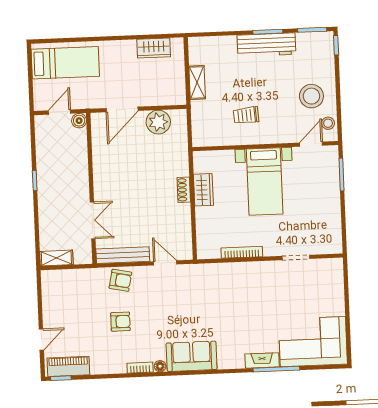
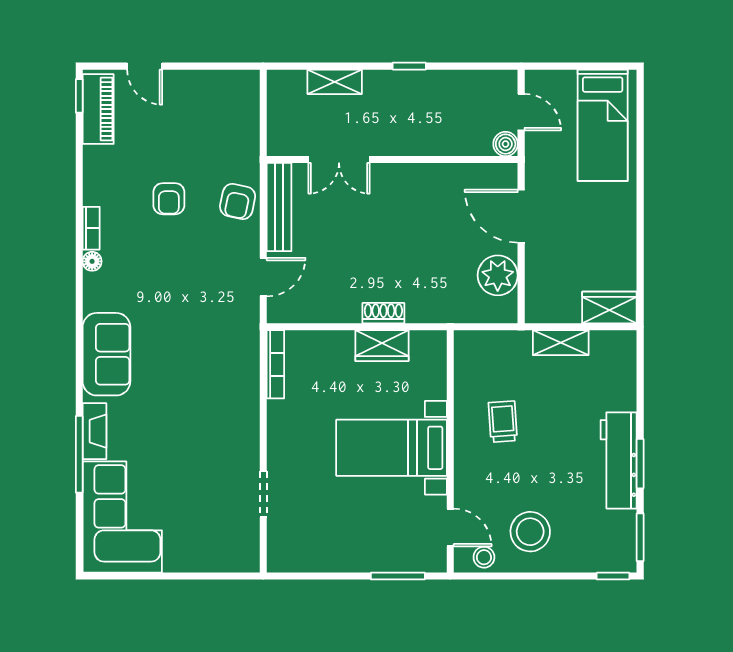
wardrobe: (154, 48) -> (609, 308), moved, turned 90
bookcase: (242, 252) -> (275, 364), moved
shelving: (56, 258) -> (335, 82), moved, turned 90
sofa: (192, 356) -> (106, 354), moved

